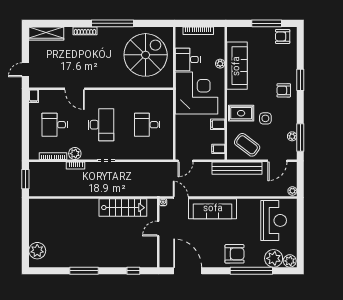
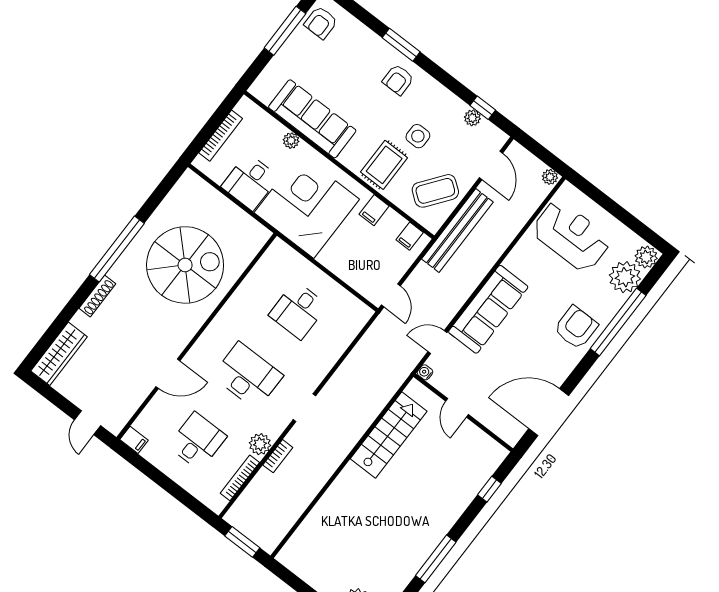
spiral stairs: (146, 55) -> (185, 265), moved, turned 90
desk: (55, 125) -> (197, 441), turned 180
window: (300, 137) -> (483, 108), width x0.46

